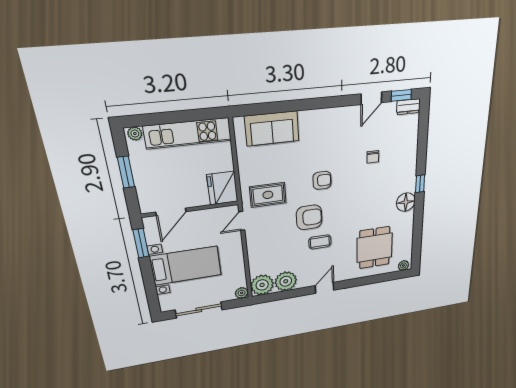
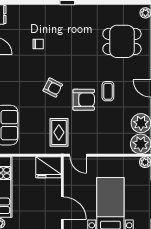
armchair: (322, 180) -> (53, 88), turned 117
floor lamp: (406, 202) -> (82, 13), removed
armchair: (309, 217) -> (84, 100), turned 90

